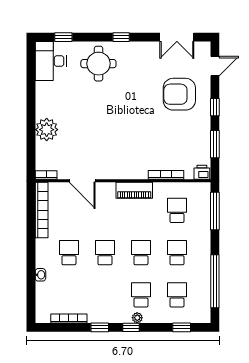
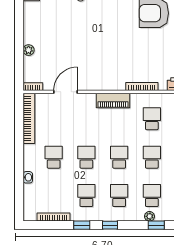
plant: (47, 130) -> (29, 50), width x0.53, depth x0.53
door: (82, 181) -> (66, 92), swing flipped
school desk: (105, 295) -> (86, 196), added
plant: (137, 318) -> (149, 216), moved

